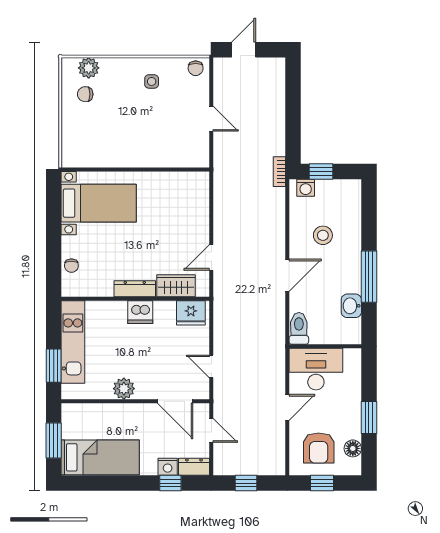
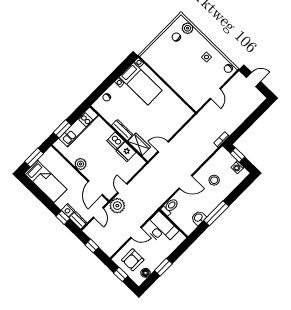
washing machine: (306, 188) -> (237, 167), moved
fridge: (191, 313) -> (126, 152), moved
plant: (227, 396) -> (117, 206), added

